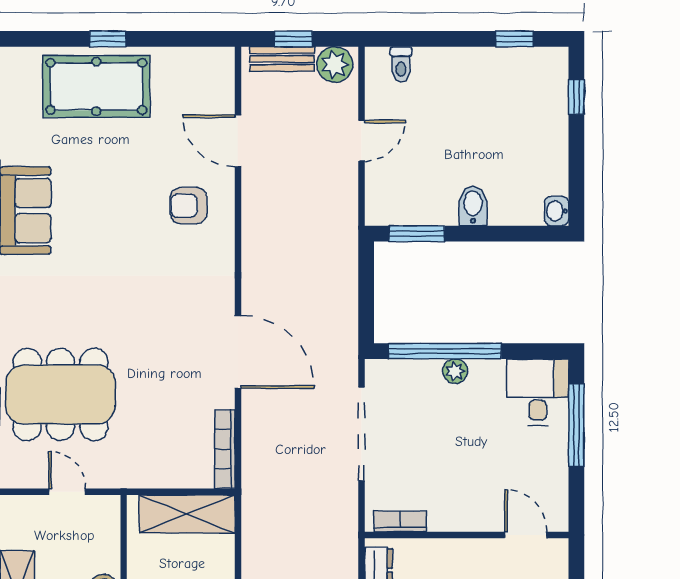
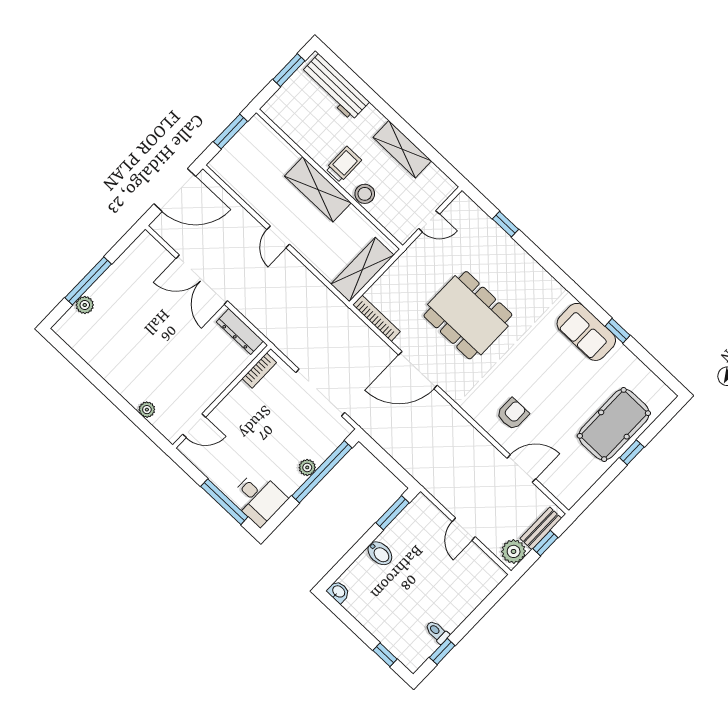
toilet: (401, 64) -> (437, 632), moved
dining table: (60, 394) -> (468, 315), moved, turned 90

